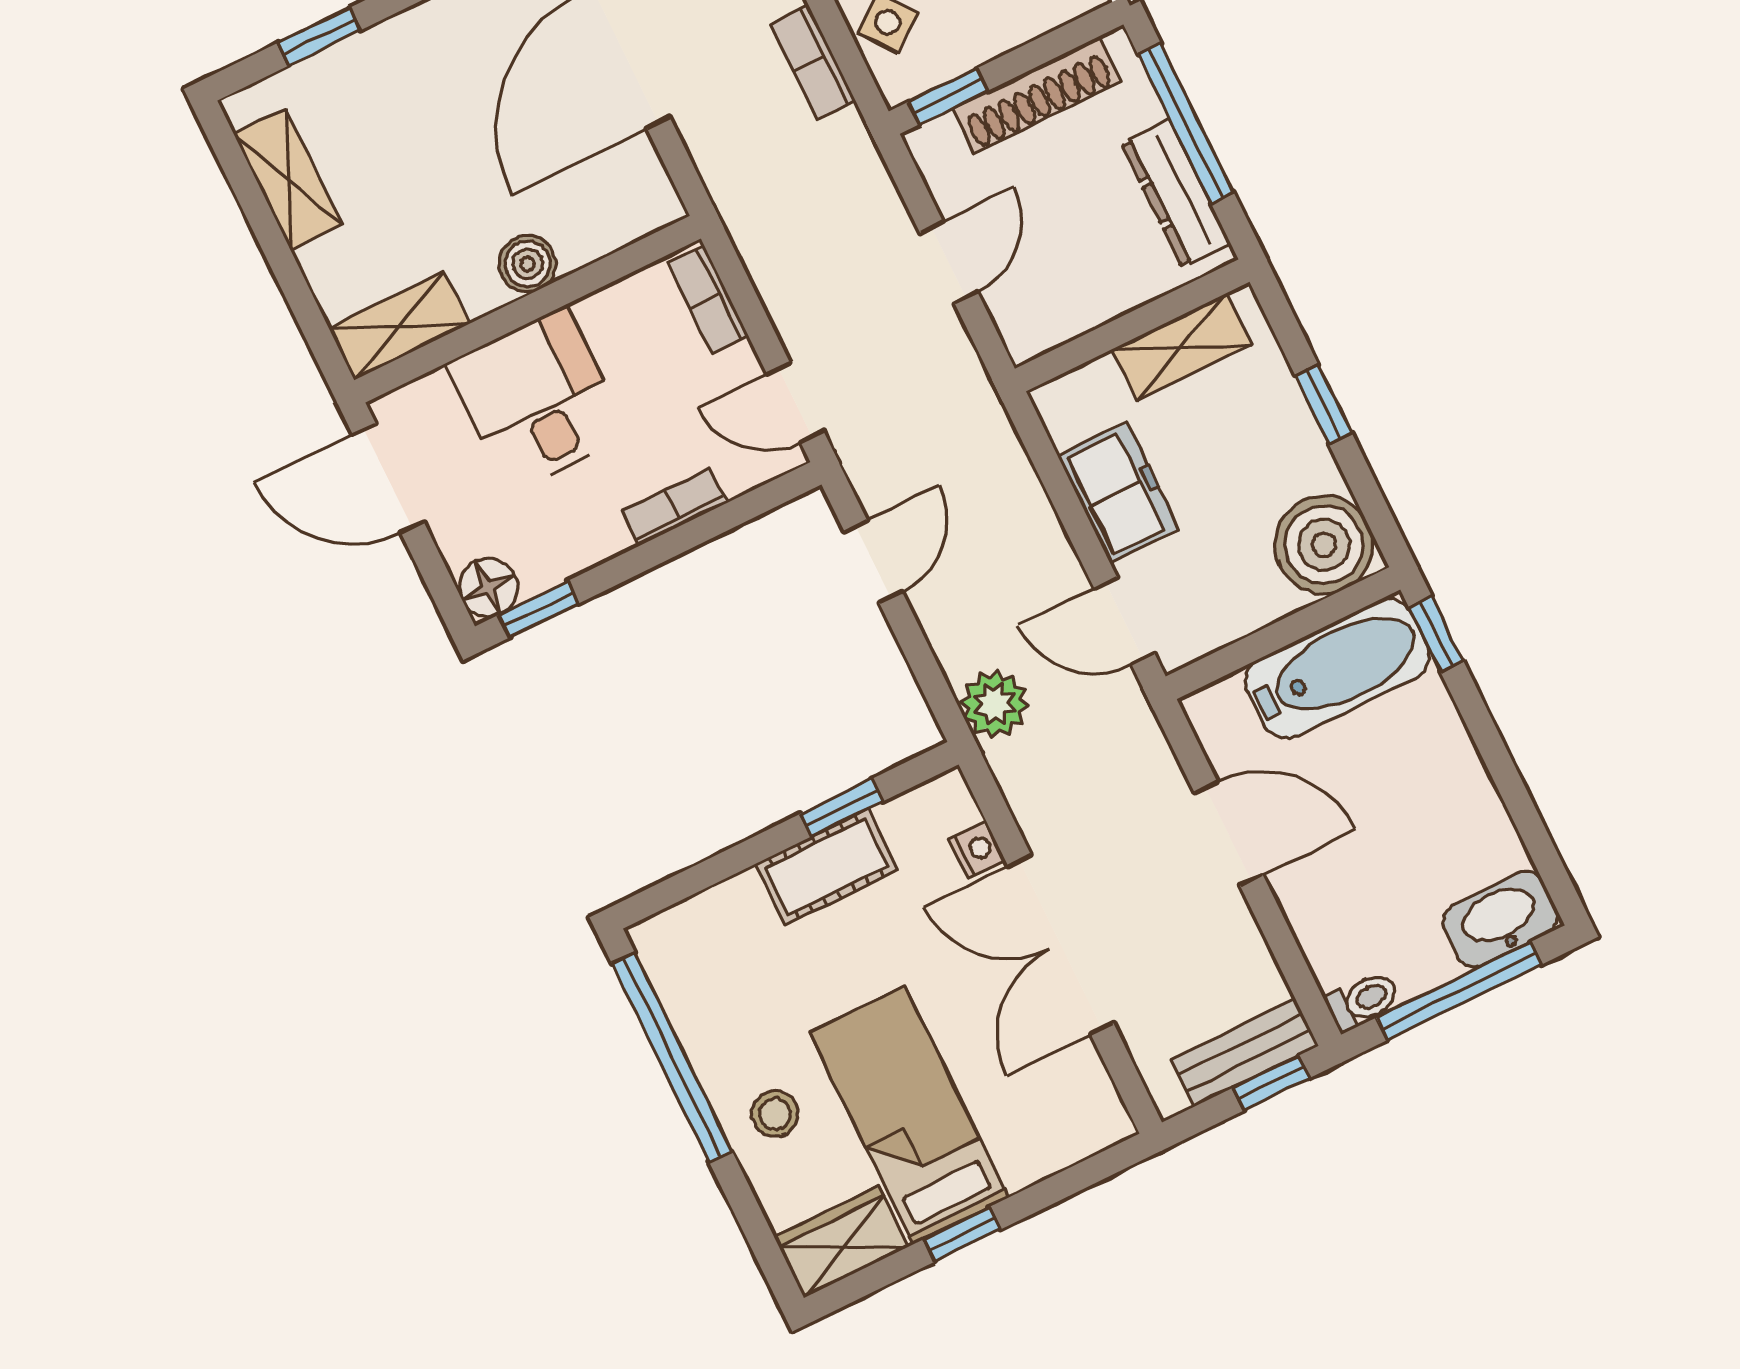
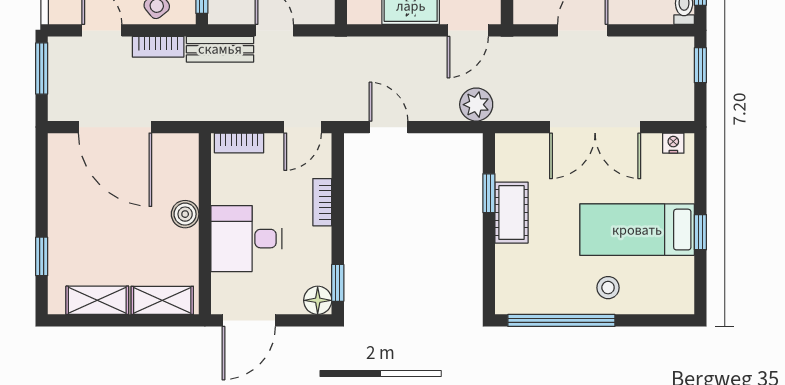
shelving: (399, 326) -> (162, 300), moved, turned 90
nightstand: (977, 849) -> (673, 143), moved
bench: (1245, 1053) -> (220, 49), moved, turned 90
wardrobe: (841, 1242) -> (678, 286), removed

